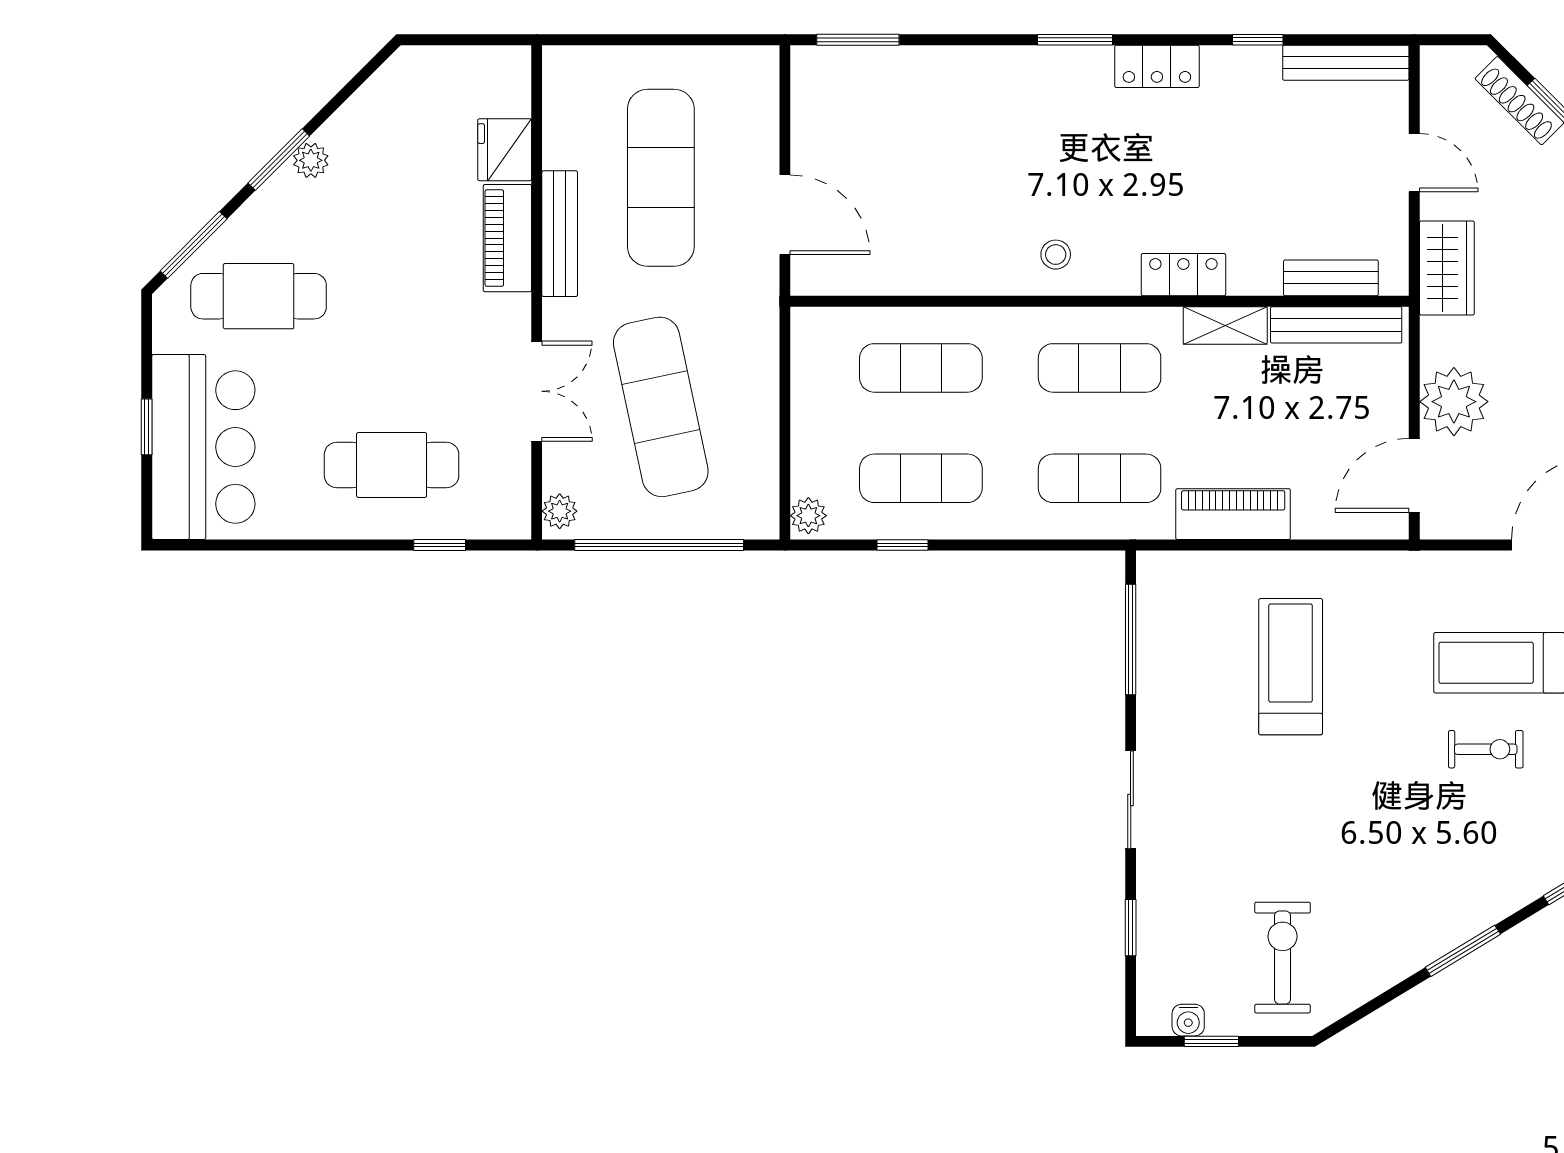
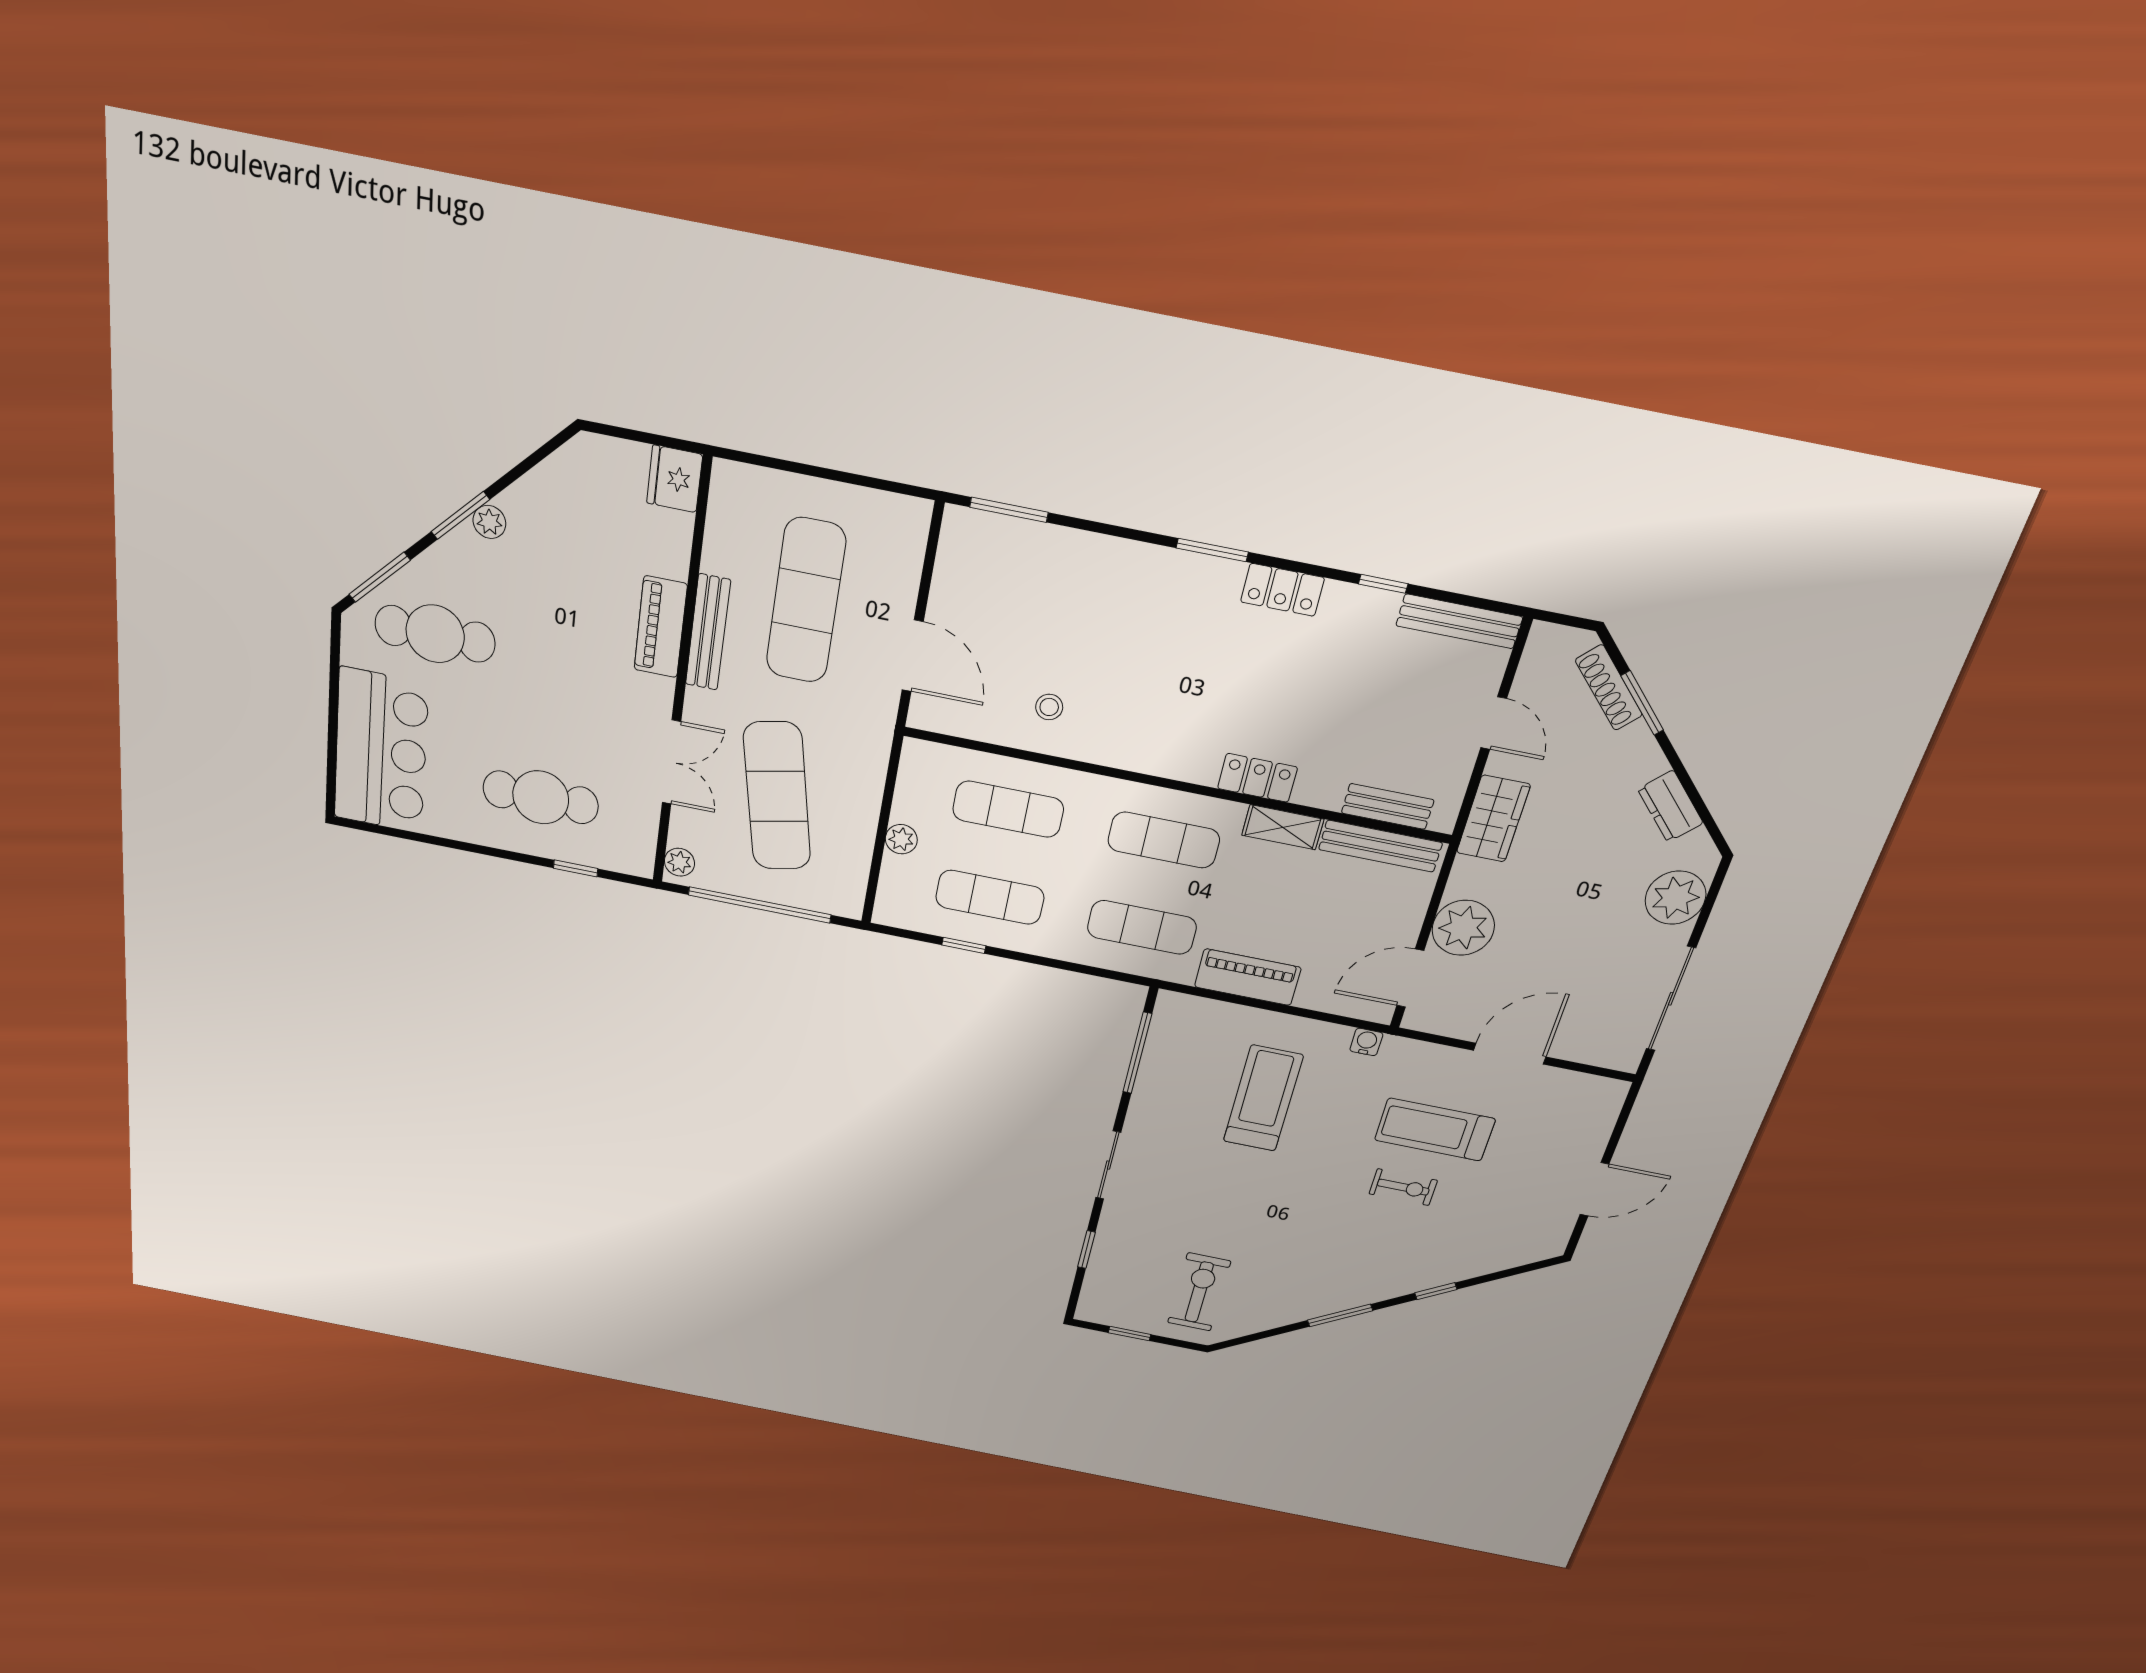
fridge: (505, 150) -> (675, 479), moved
stool: (1056, 255) -> (1049, 707), moved
window: (147, 427) -> (333, 725), removed
plant: (808, 516) -> (901, 839), moved
water cooler: (1188, 1020) -> (1366, 1042), moved, turned 180

